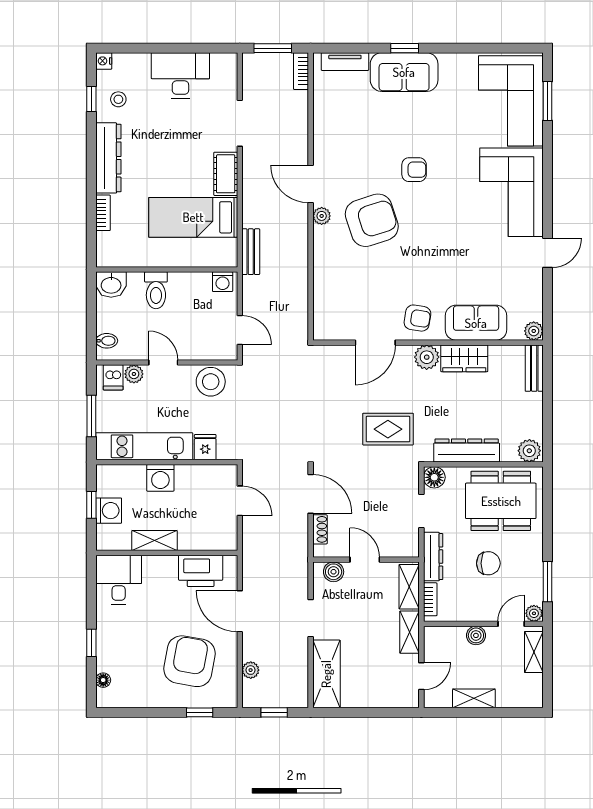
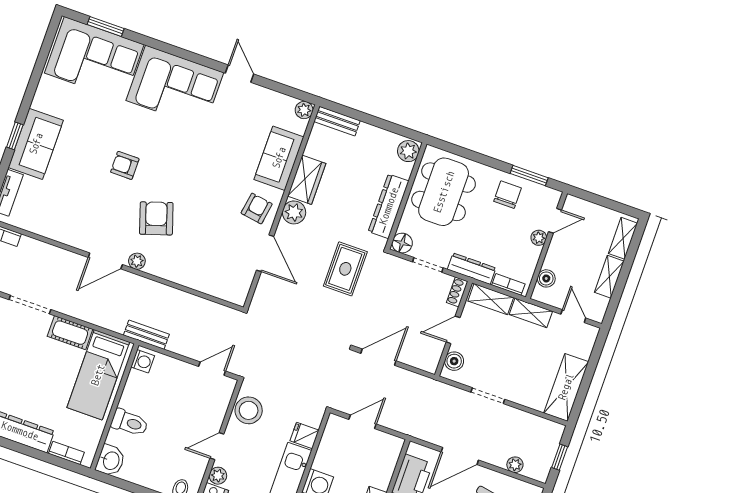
armchair: (414, 170) -> (125, 165), turned -90
armchair: (372, 220) -> (156, 218), width x0.73, depth x0.73
wall: (167, 270) -> (115, 407), moved
washing machine: (223, 282) -> (143, 361), moved
washbasin: (111, 285) -> (111, 460), moved
toilet: (156, 290) -> (130, 423), moved
shoe rack: (320, 529) -> (457, 292), moved, turned -90
chair: (488, 563) -> (508, 195), moved
plant: (534, 613) -> (539, 238), moved
door: (511, 624) -> (555, 221), swing flipped
boiler: (476, 635) -> (546, 278), moved
shelving: (534, 652) -> (623, 238), moved, turned 90
shelving: (326, 674) -> (566, 387), moved, turned 90

